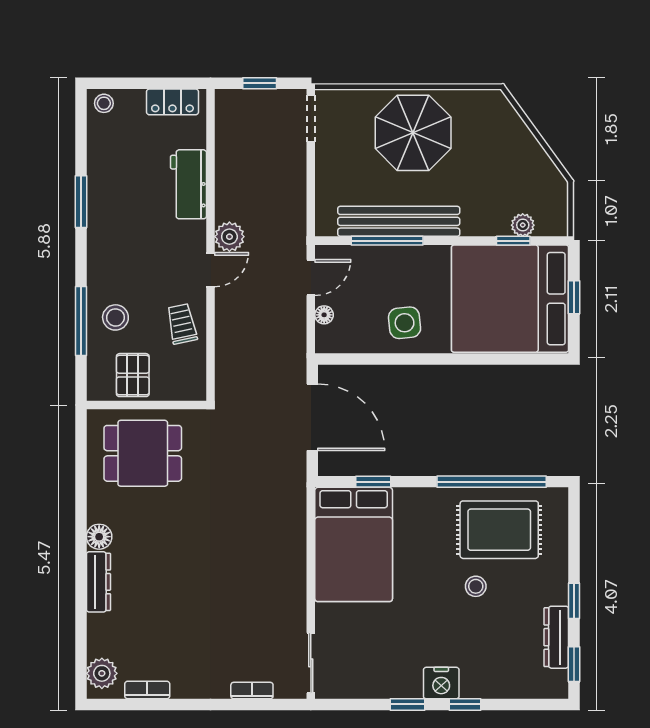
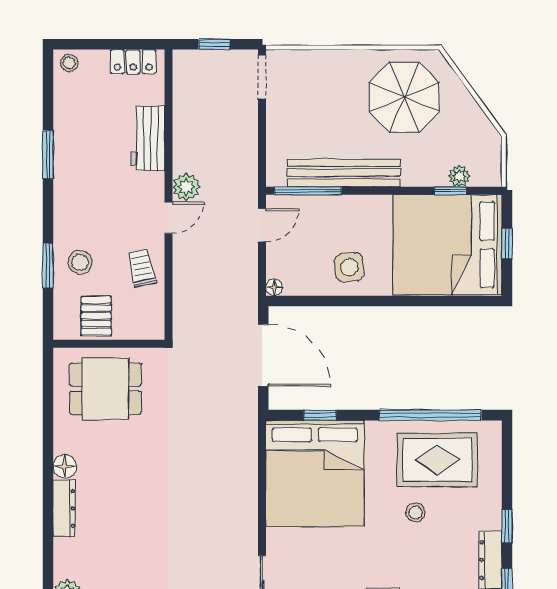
parasol: (413, 133) -> (404, 97), moved
window: (387, 241) -> (308, 191), moved
floor lamp: (324, 315) -> (274, 287), moved
window: (81, 321) -> (48, 266), width x0.69
bed: (354, 544) -> (315, 474), width x1.36

